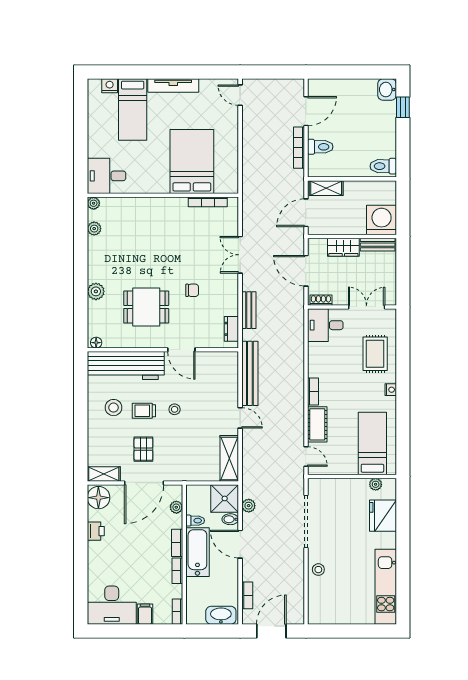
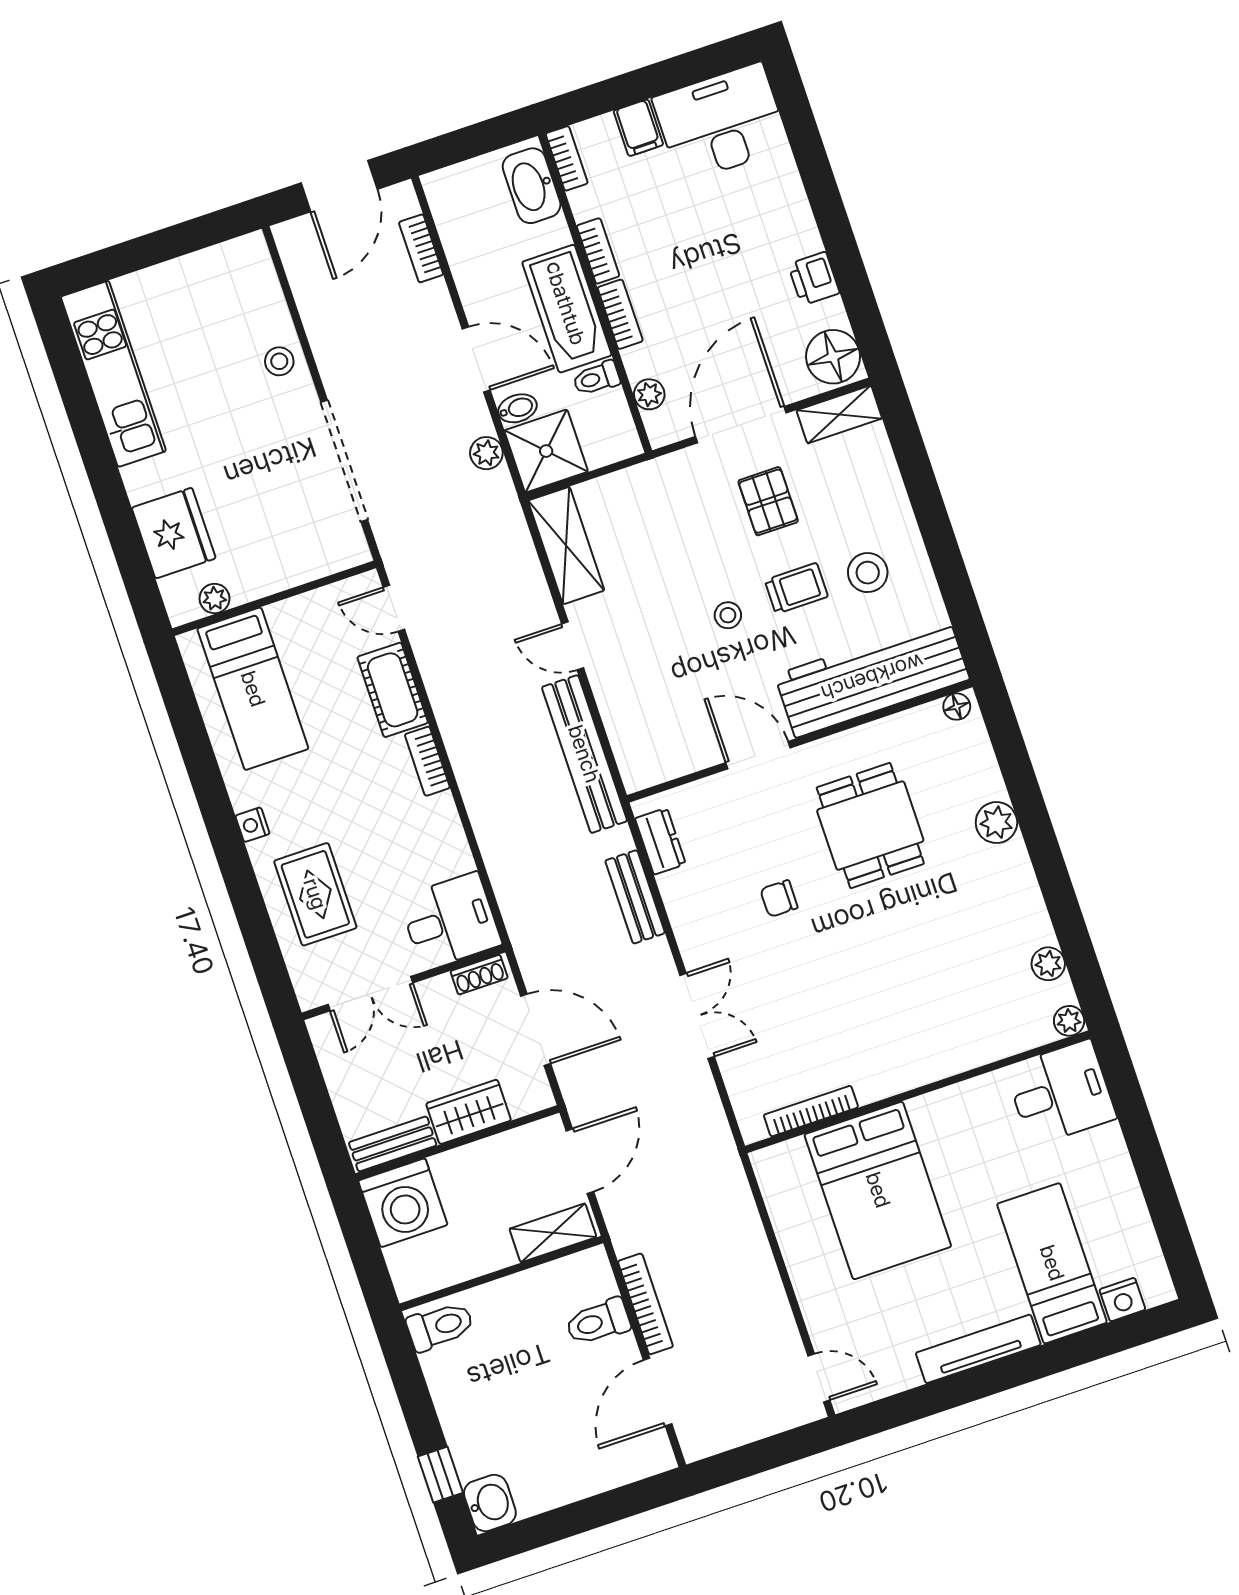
dining table: (146, 307) -> (870, 826), turned 90
washbasin: (221, 615) -> (532, 186), moved, turned 90

